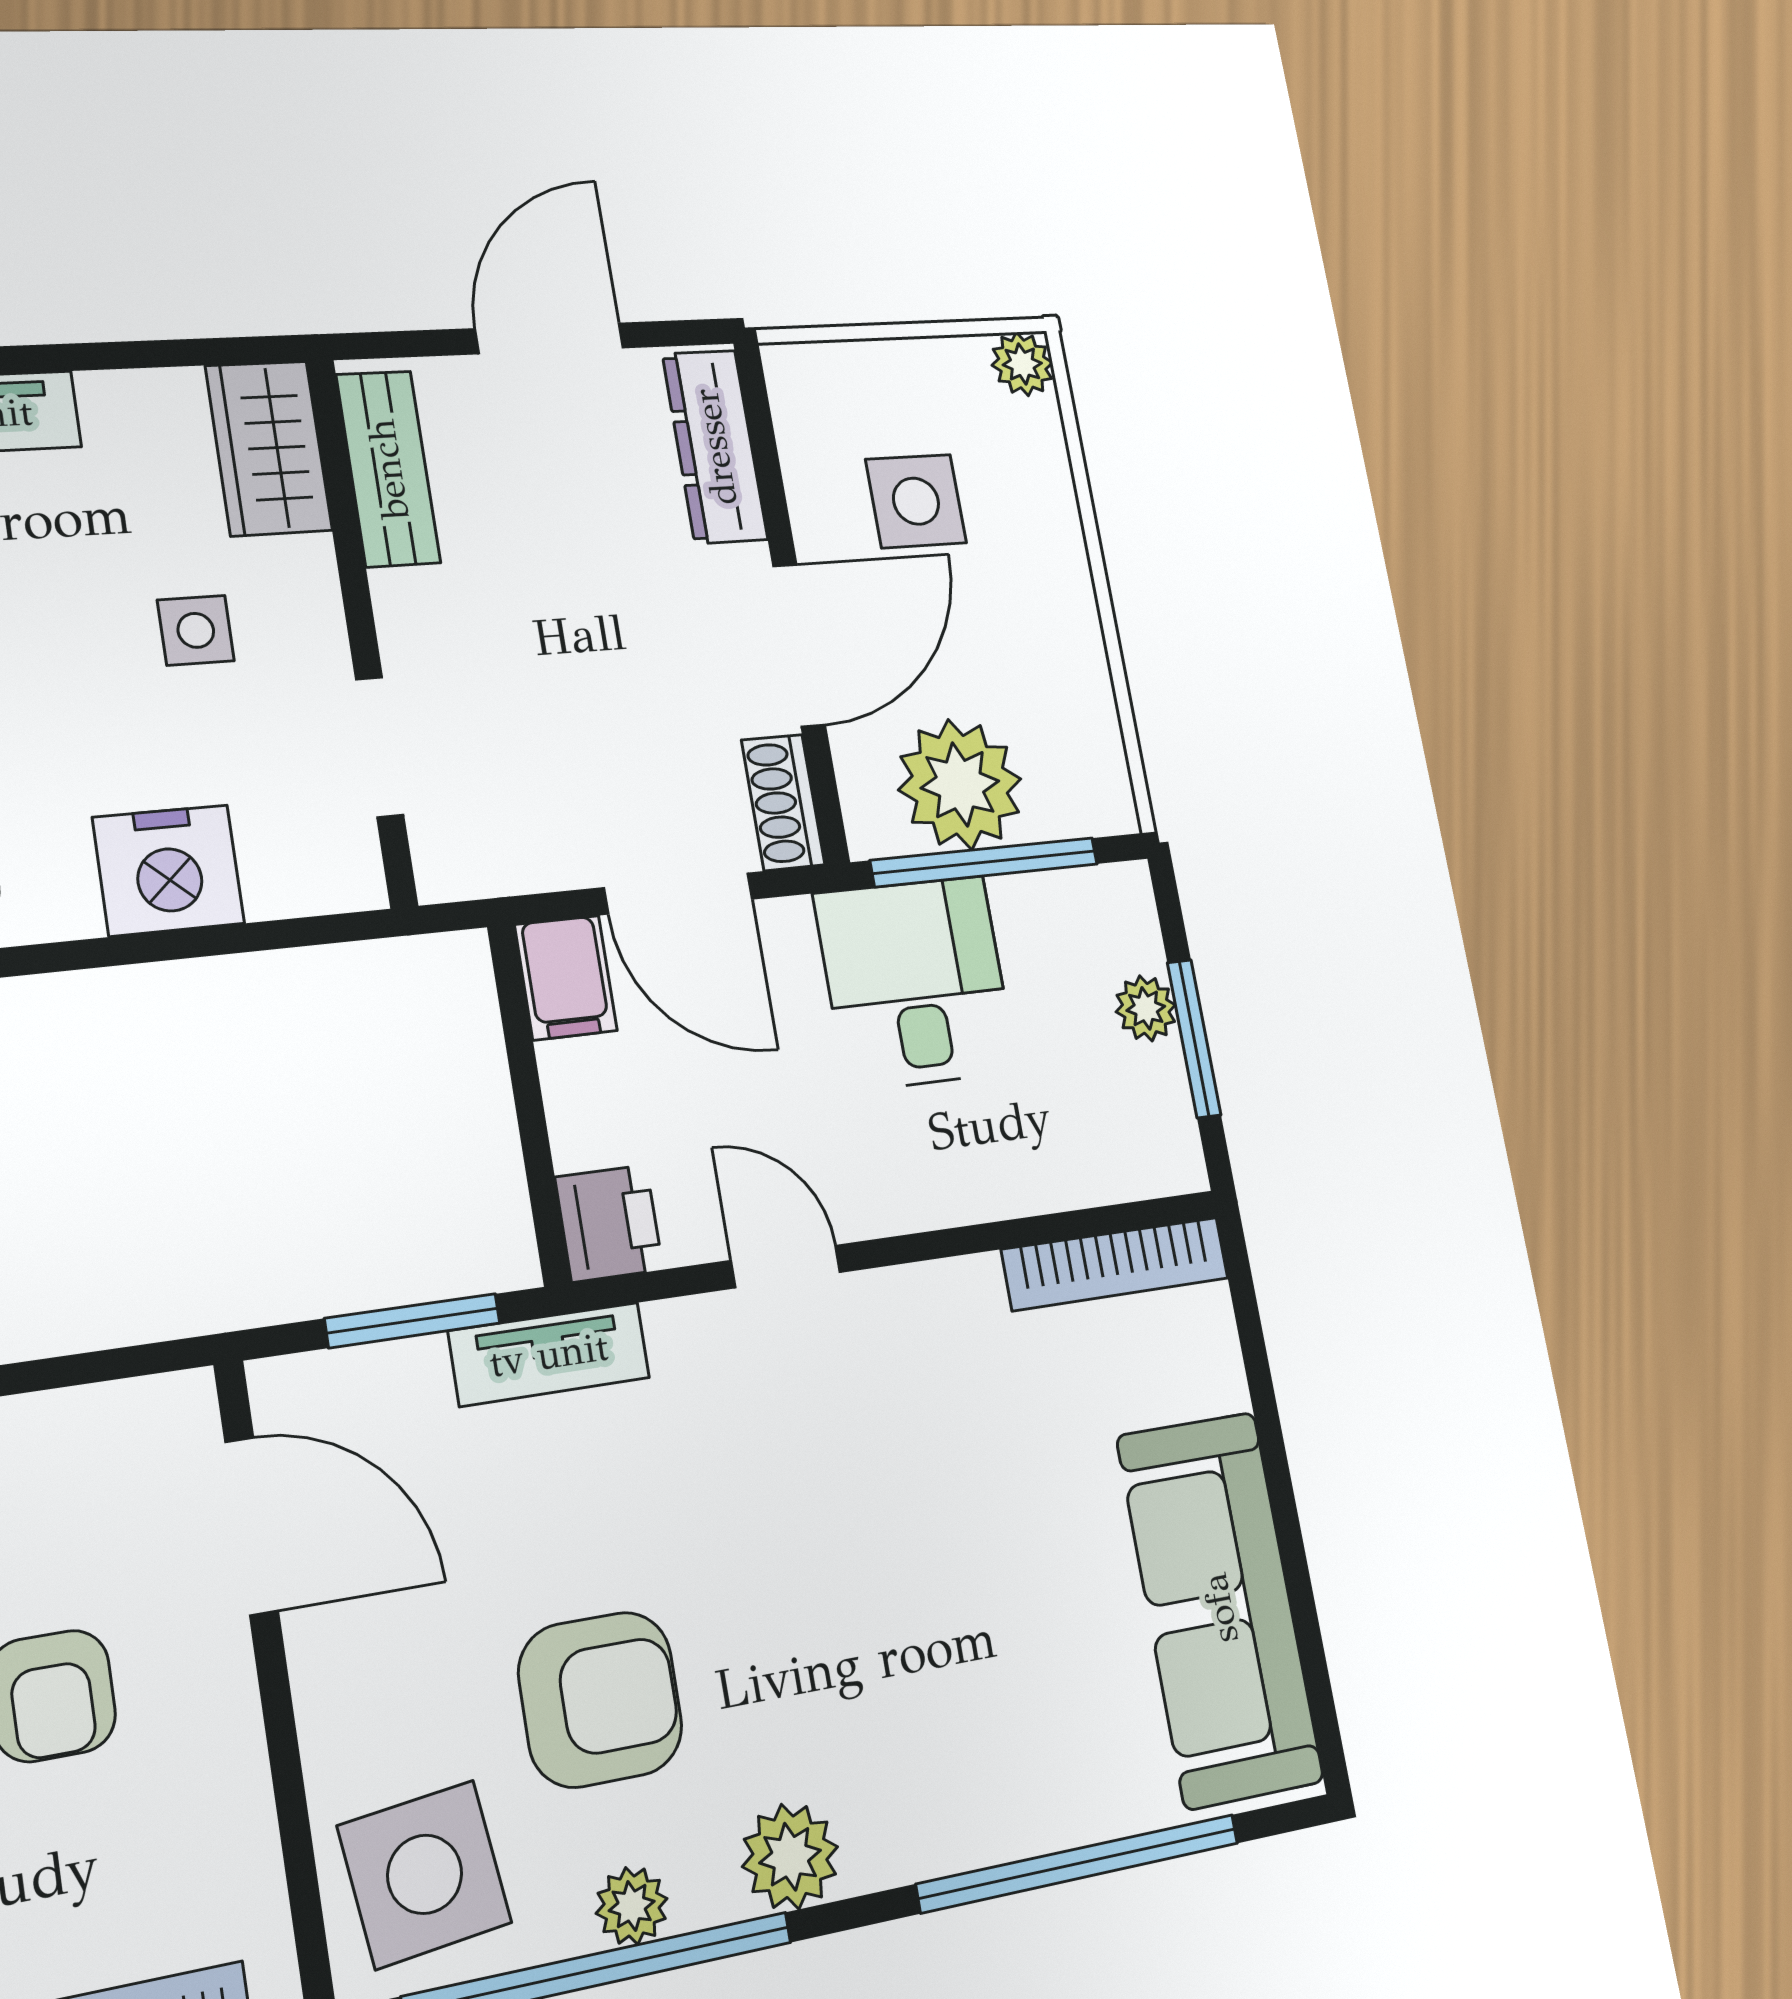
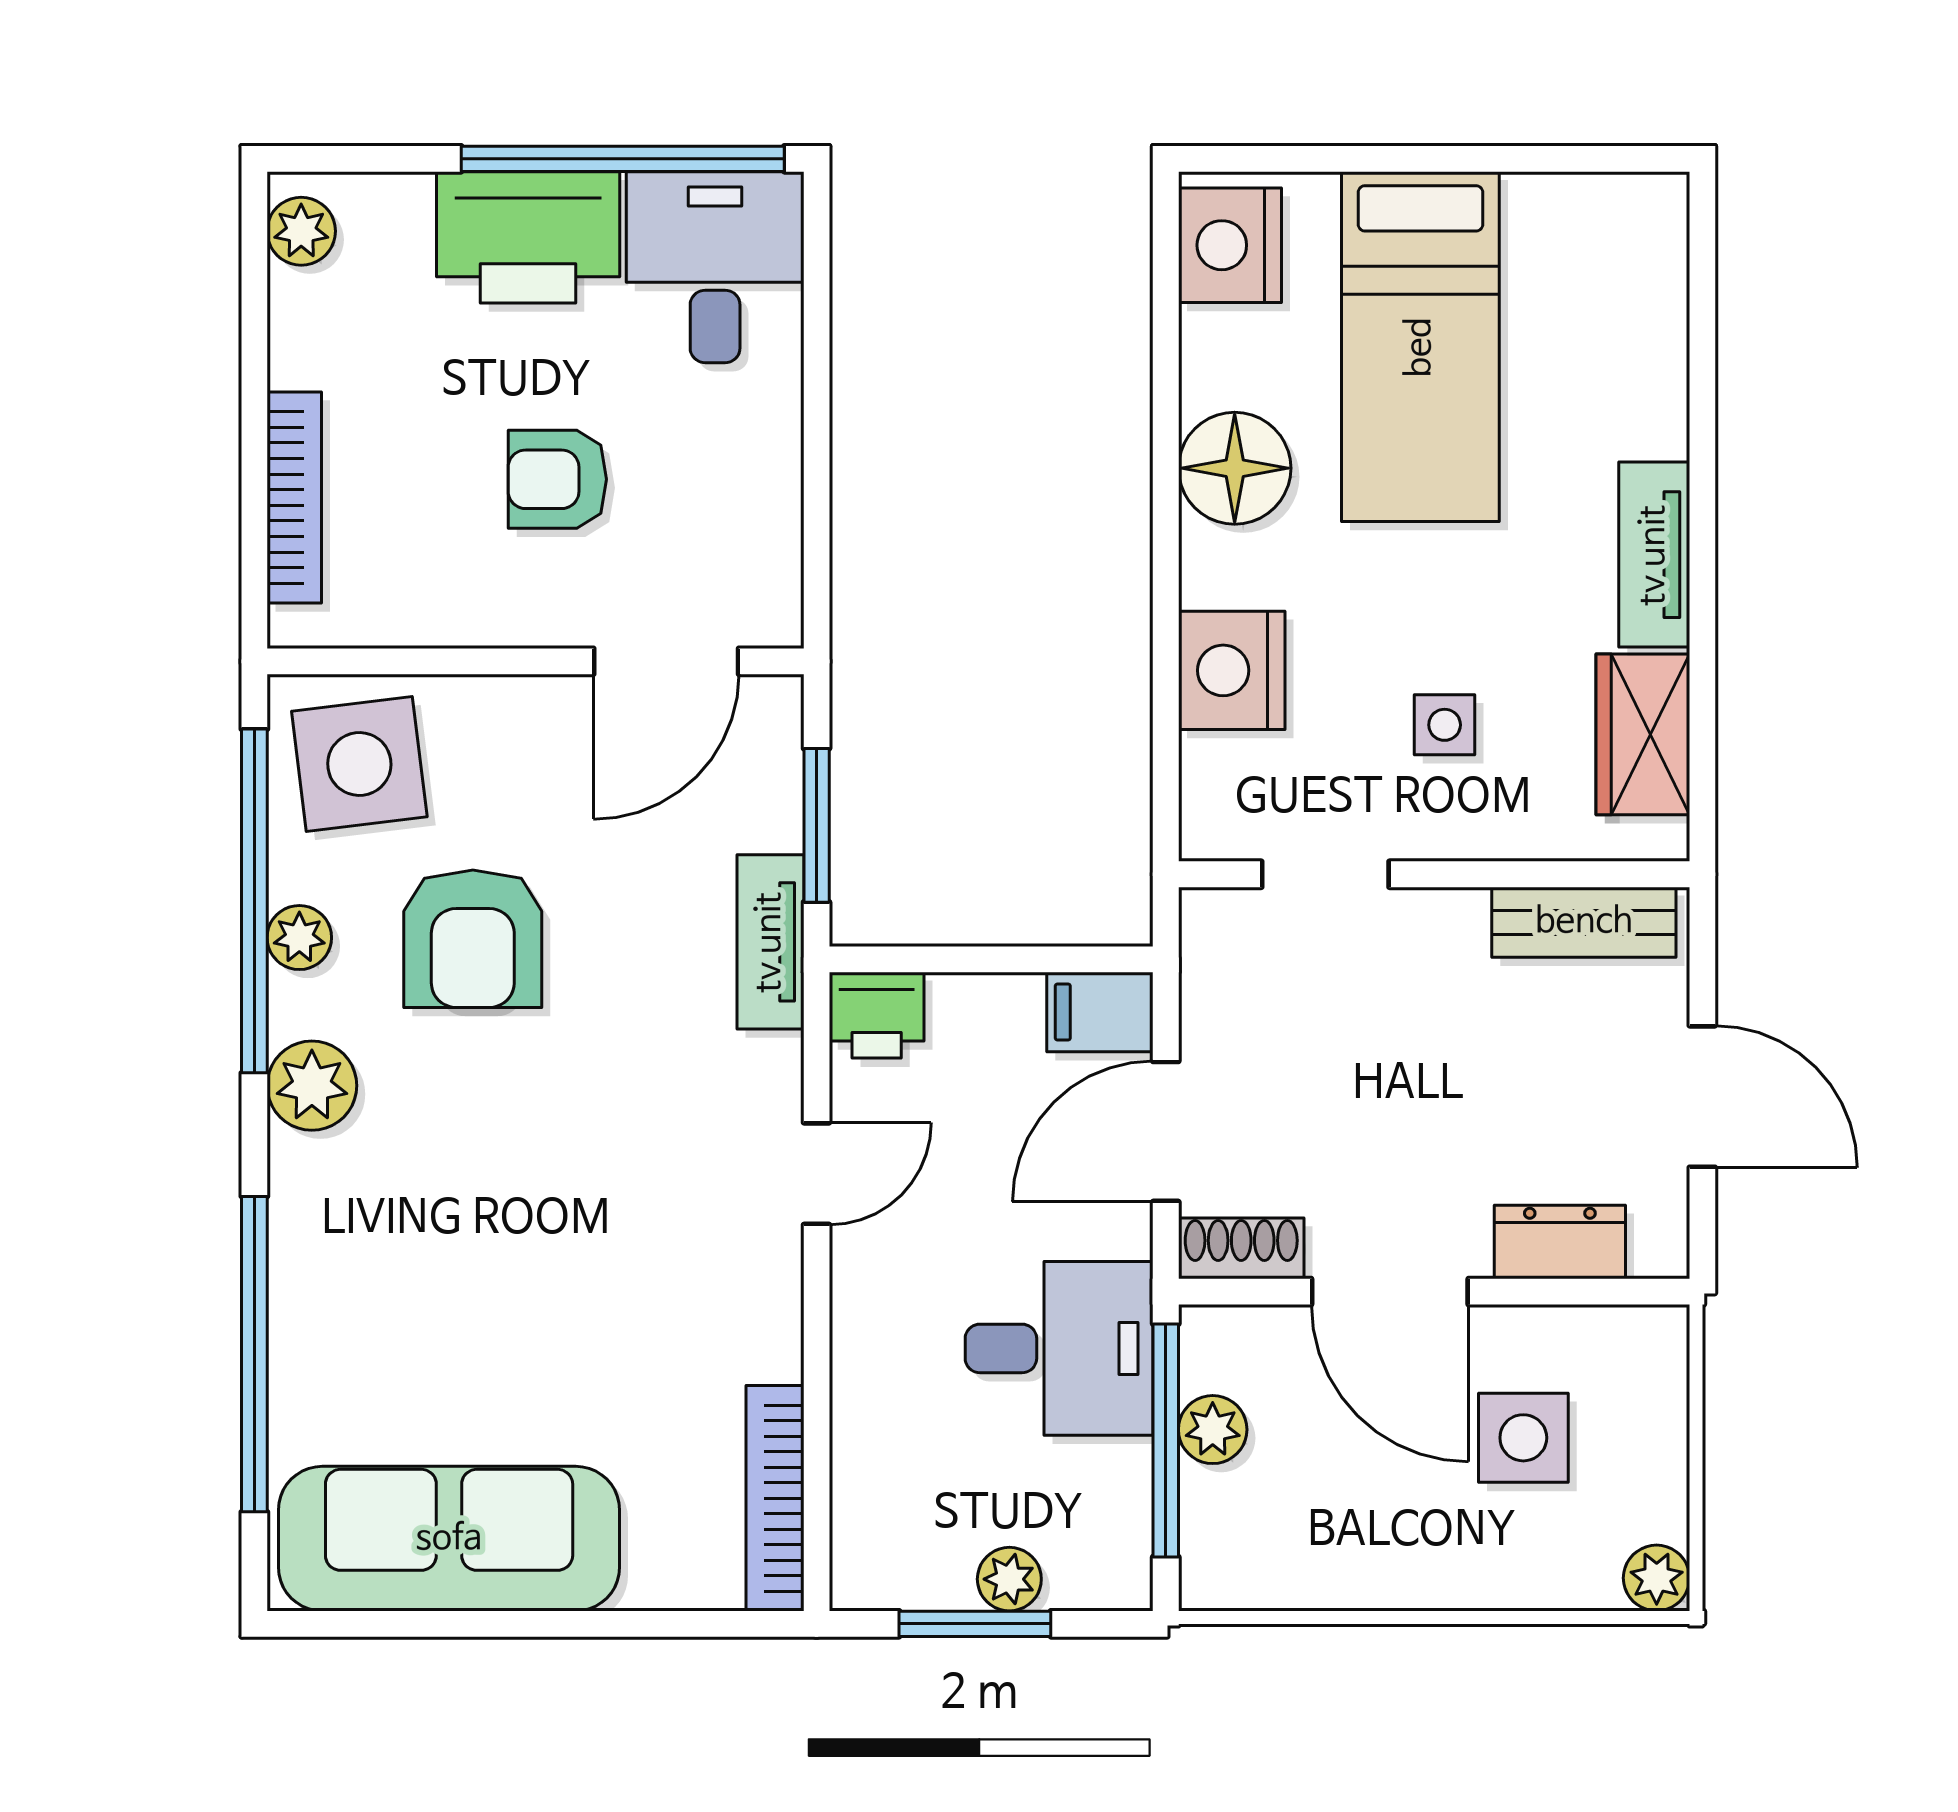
dresser: (715, 447) -> (1560, 1242), width x0.70
wardrobe: (269, 448) -> (1643, 734), moved, turned -90
plant: (960, 785) -> (1213, 1430), width x0.53, depth x0.53

